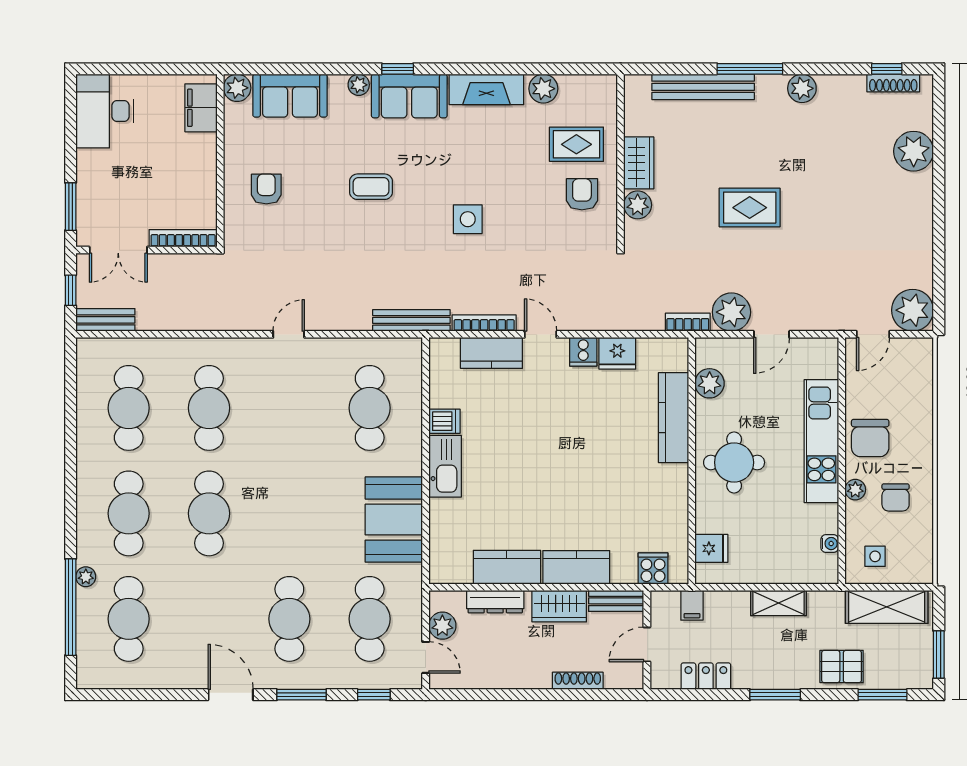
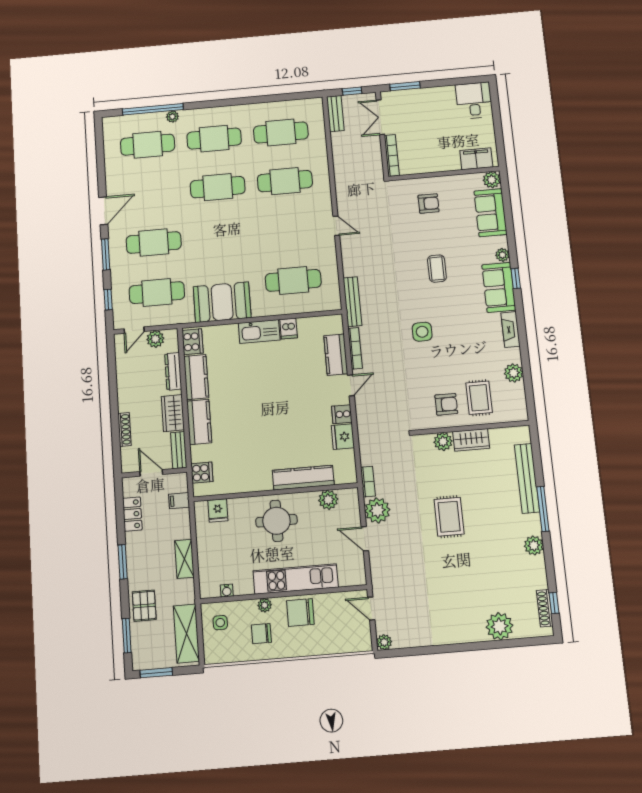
fireplace: (486, 89) -> (510, 330), width x0.73, depth x0.76
desk: (105, 111) -> (474, 100), width x0.73
plant: (913, 310) -> (384, 642), width x0.53, depth x0.53
cooker: (452, 569) -> (193, 342), added

